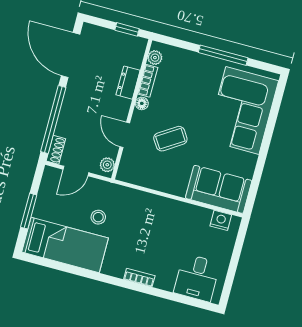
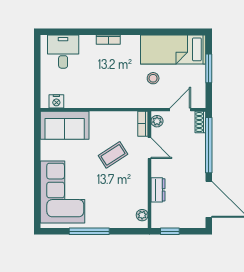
bookcase: (148, 81) -> (143, 124), moved
floor lamp: (142, 103) -> (143, 176), removed

